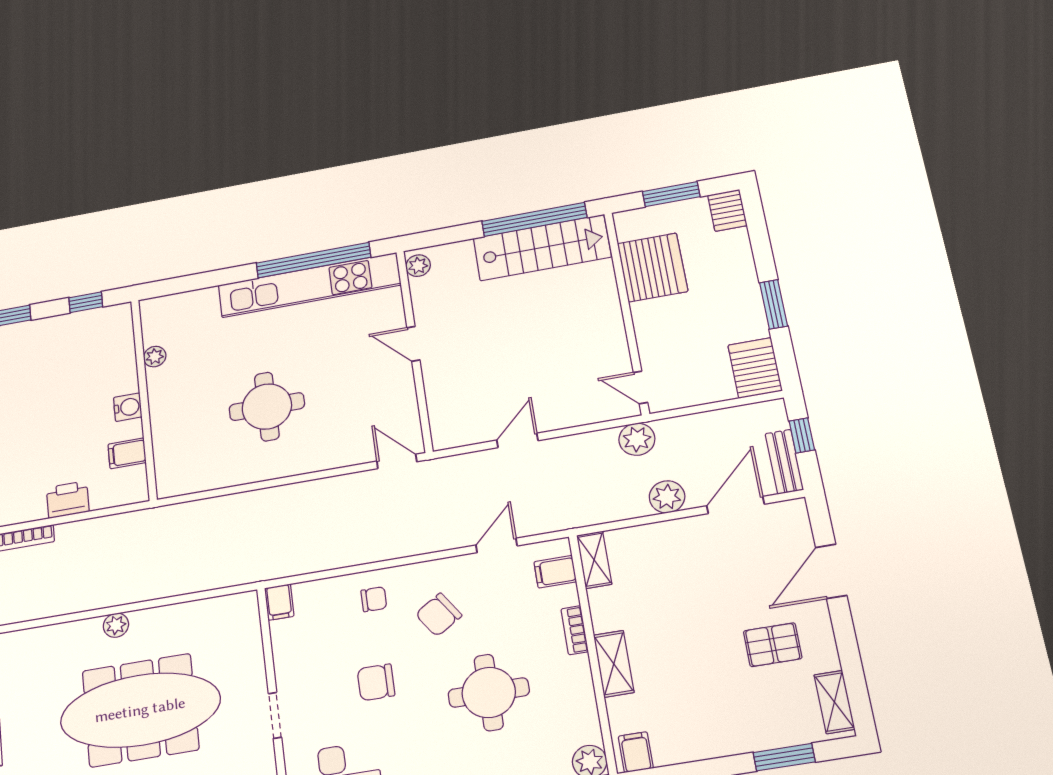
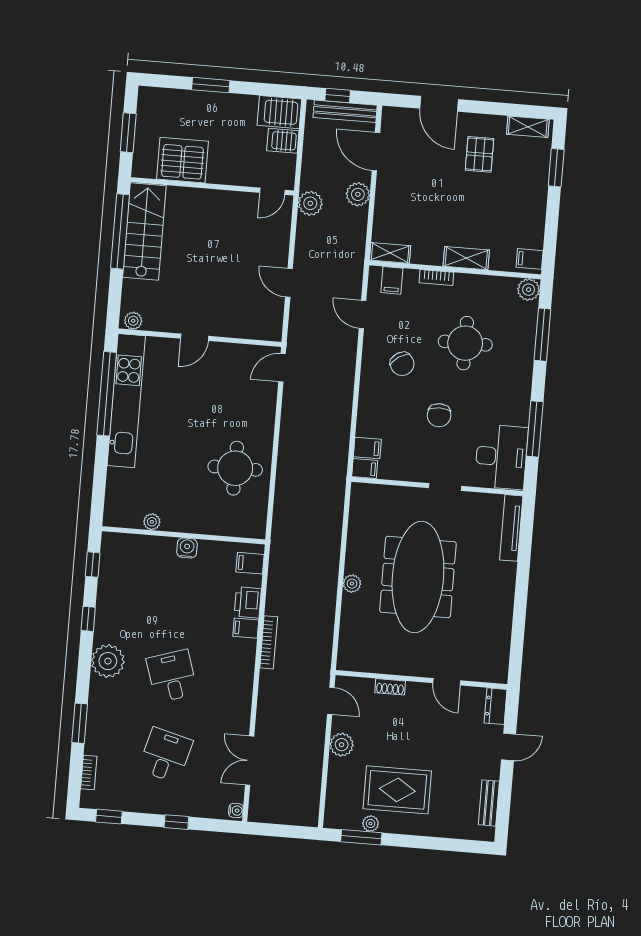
server rack: (727, 210) -> (283, 141), moved, turned 180
window: (774, 304) -> (211, 85), moved
round table: (267, 407) -> (235, 468), moved
filing cabinet: (127, 453) -> (250, 563), moved, turned 90
bench: (784, 462) -> (345, 111), width x1.36
filing cabinet: (33, 506) -> (246, 628), added
filing cabinet: (309, 598) -> (367, 448), added
chair: (374, 599) -> (379, 405), removed

